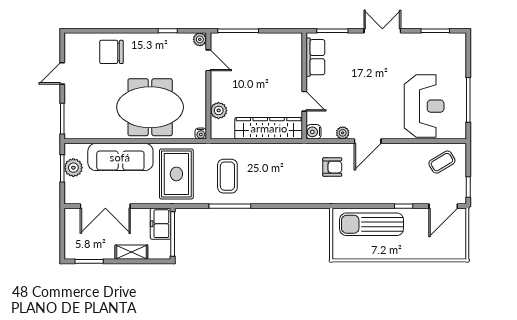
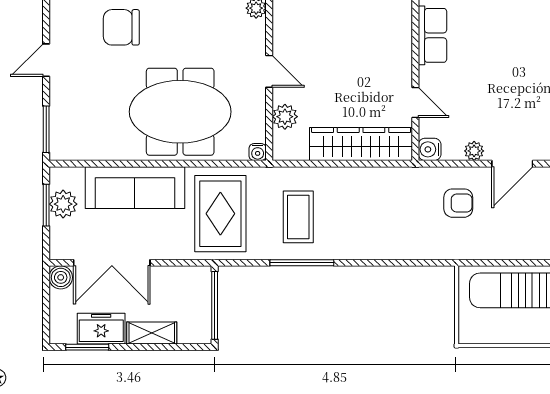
door: (208, 60) -> (269, 71), moved
boiler: (72, 216) -> (61, 277), added
freezer: (161, 224) -> (101, 329), moved, turned 90

